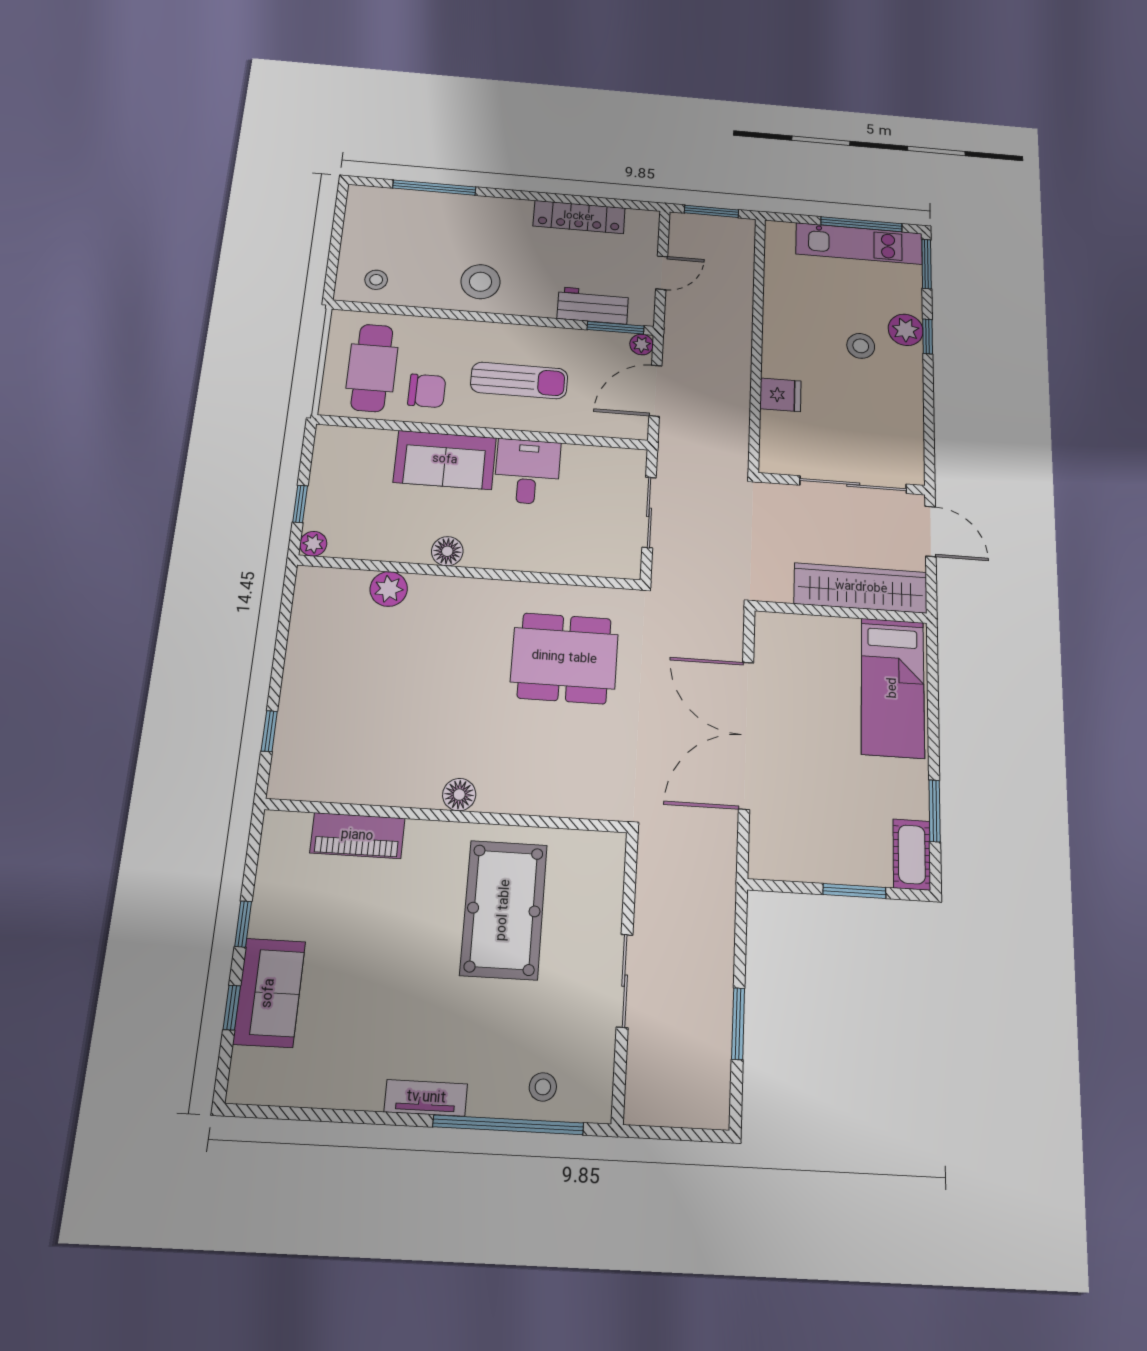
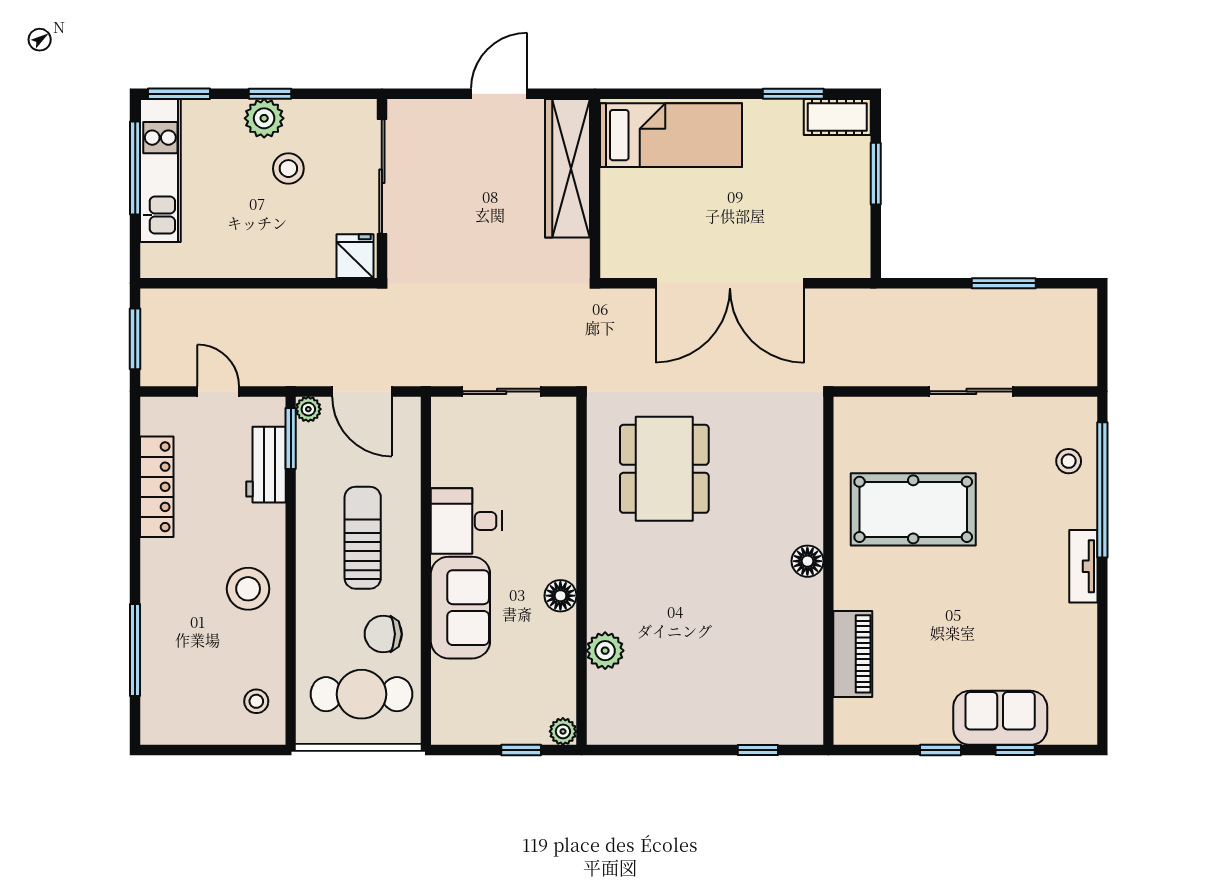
chair: (427, 391) -> (383, 634), turned -90
wall: (842, 484) -> (382, 188), moved
sliding door: (853, 485) -> (382, 176), moved

